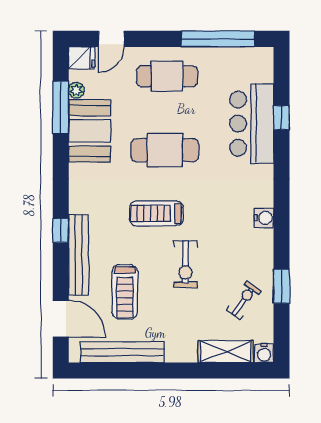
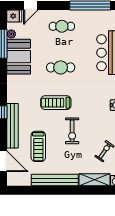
cafe table: (167, 76) -> (62, 26), width x0.73, depth x0.74
cafe table: (165, 150) -> (61, 67), width x0.73, depth x0.74
bench: (122, 352) -> (55, 180), moved

